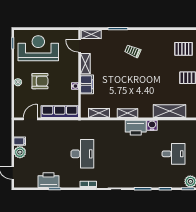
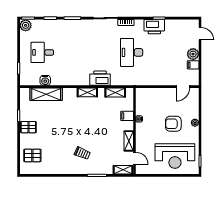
filing cabinet: (87, 84) -> (127, 116), width x0.50
row of seats: (60, 112) -> (154, 94), removed
water cooler: (152, 125) -> (45, 80), moved
printer: (136, 128) -> (100, 78), moved
printer: (49, 180) -> (154, 27), moved

